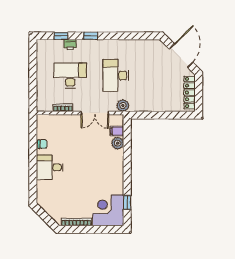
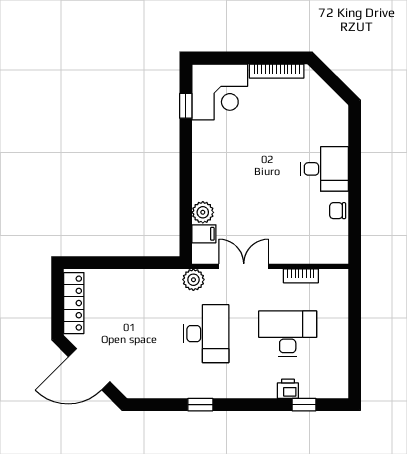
window: (91, 36) -> (200, 405), moved
door: (181, 56) -> (89, 369), hinge flipped
desk: (70, 75) -> (288, 334), turned 180

